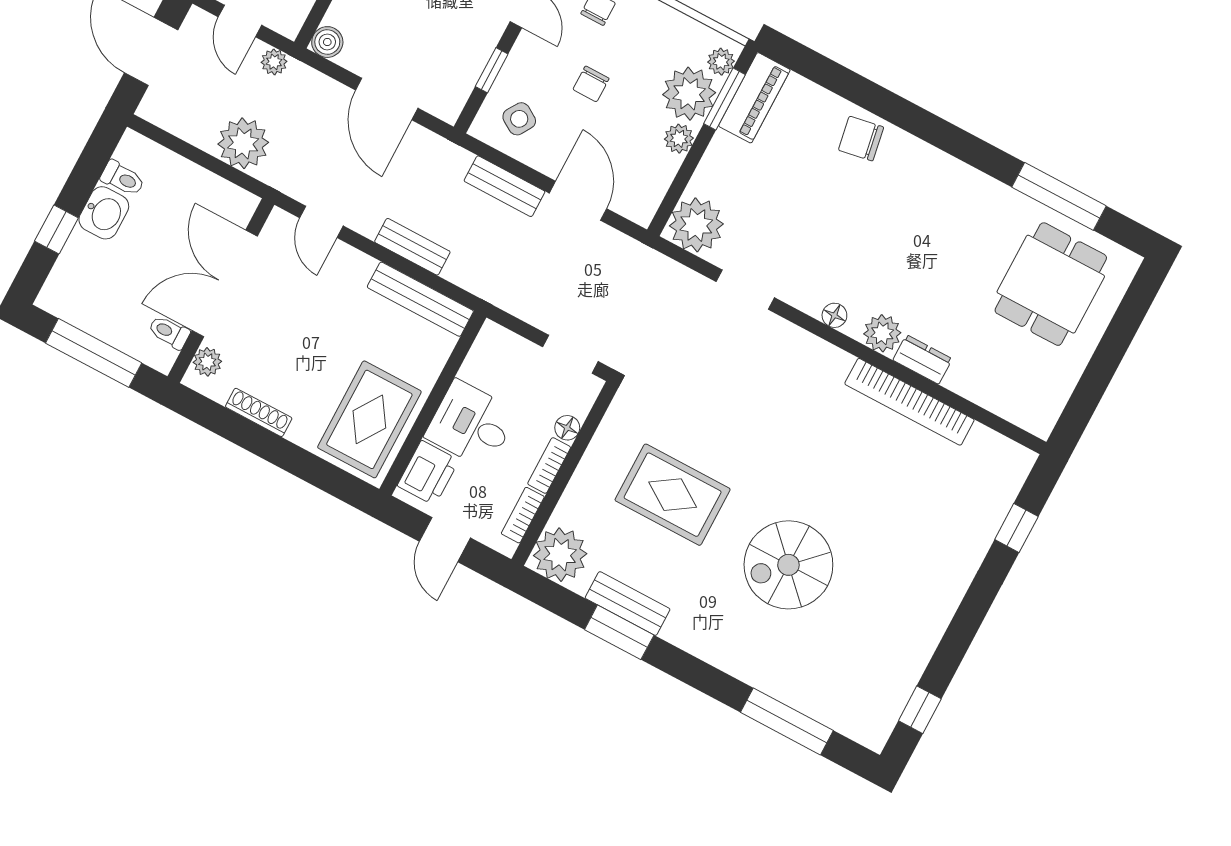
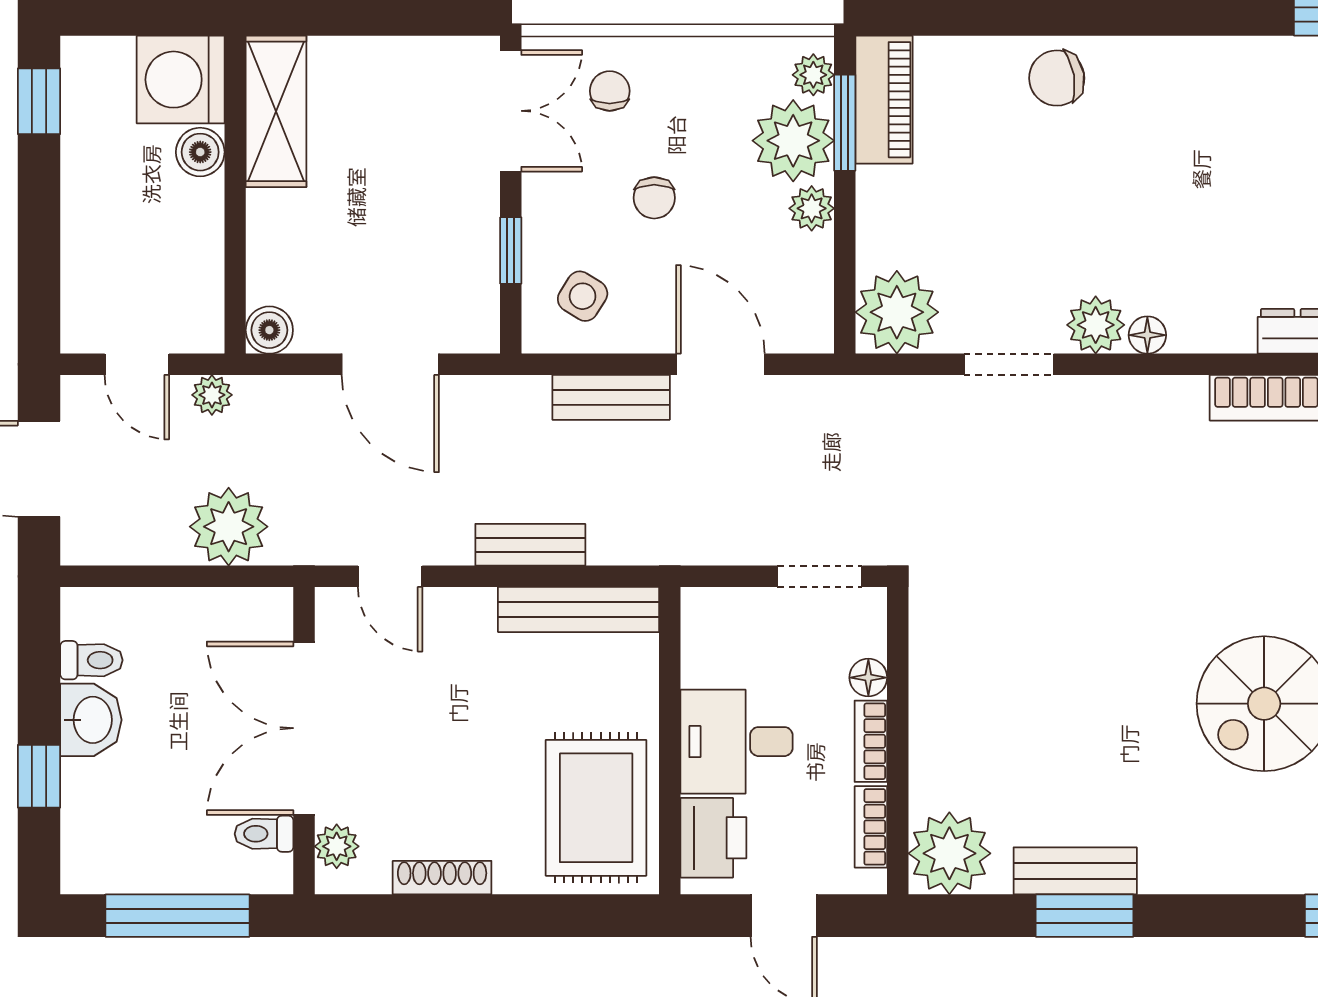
plant: (882, 333) -> (1096, 325), moved
rug: (673, 495) -> (1058, 692), removed

